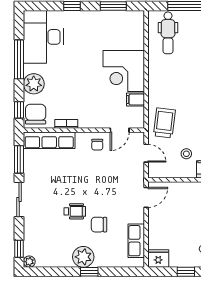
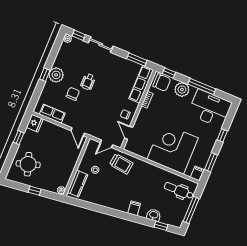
corner desk: (124, 71) -> (173, 149), width x1.36, depth x1.36
filing cabinet: (135, 100) -> (197, 173), moved
sliding door: (19, 199) -> (101, 44), moved

